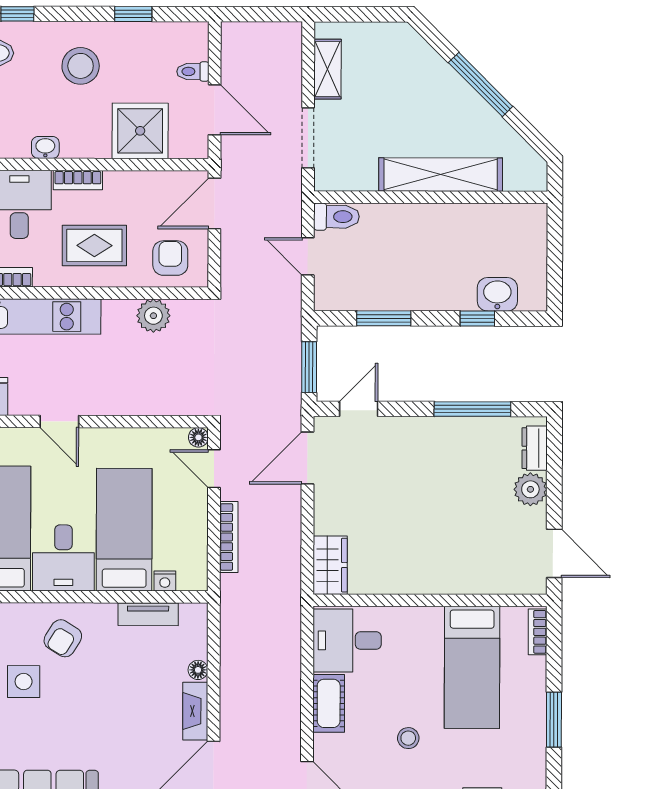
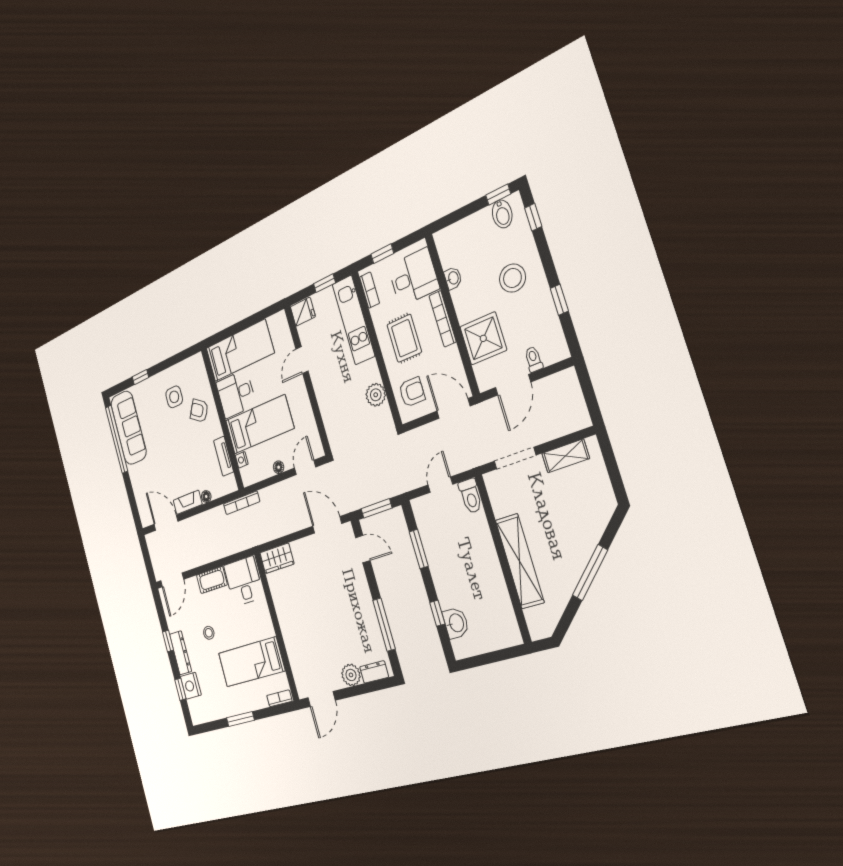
bookcase: (78, 180) -> (443, 319), width x1.56
floor lamp: (198, 437) -> (279, 467), moved
bookcase: (229, 537) -> (242, 503), moved

